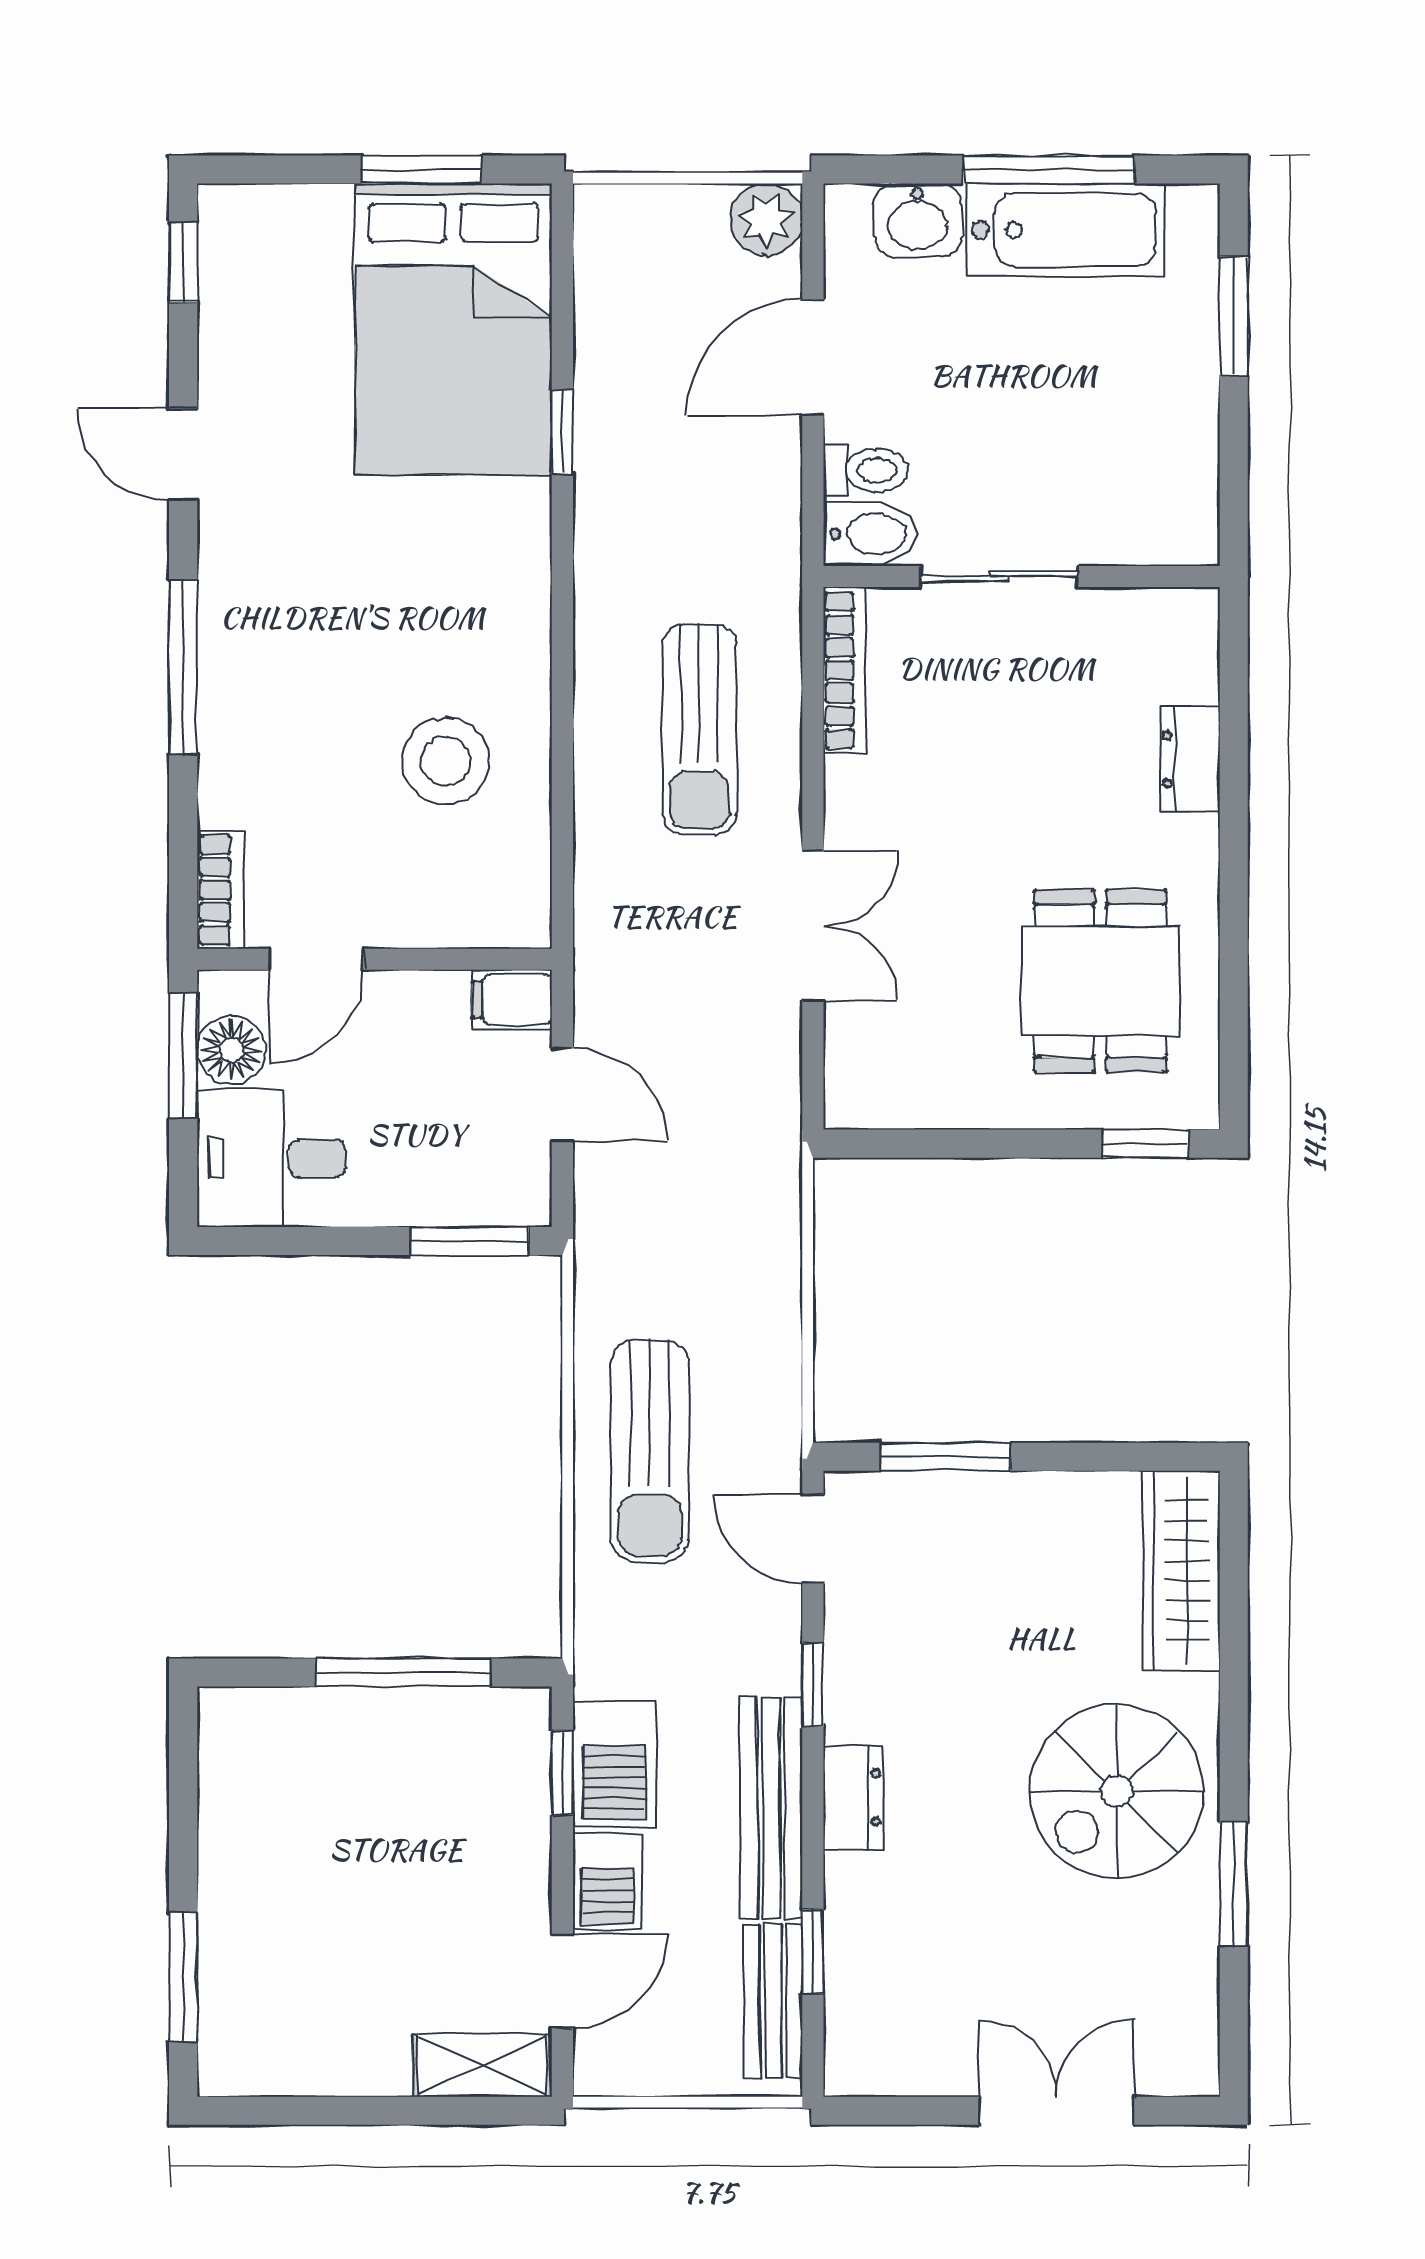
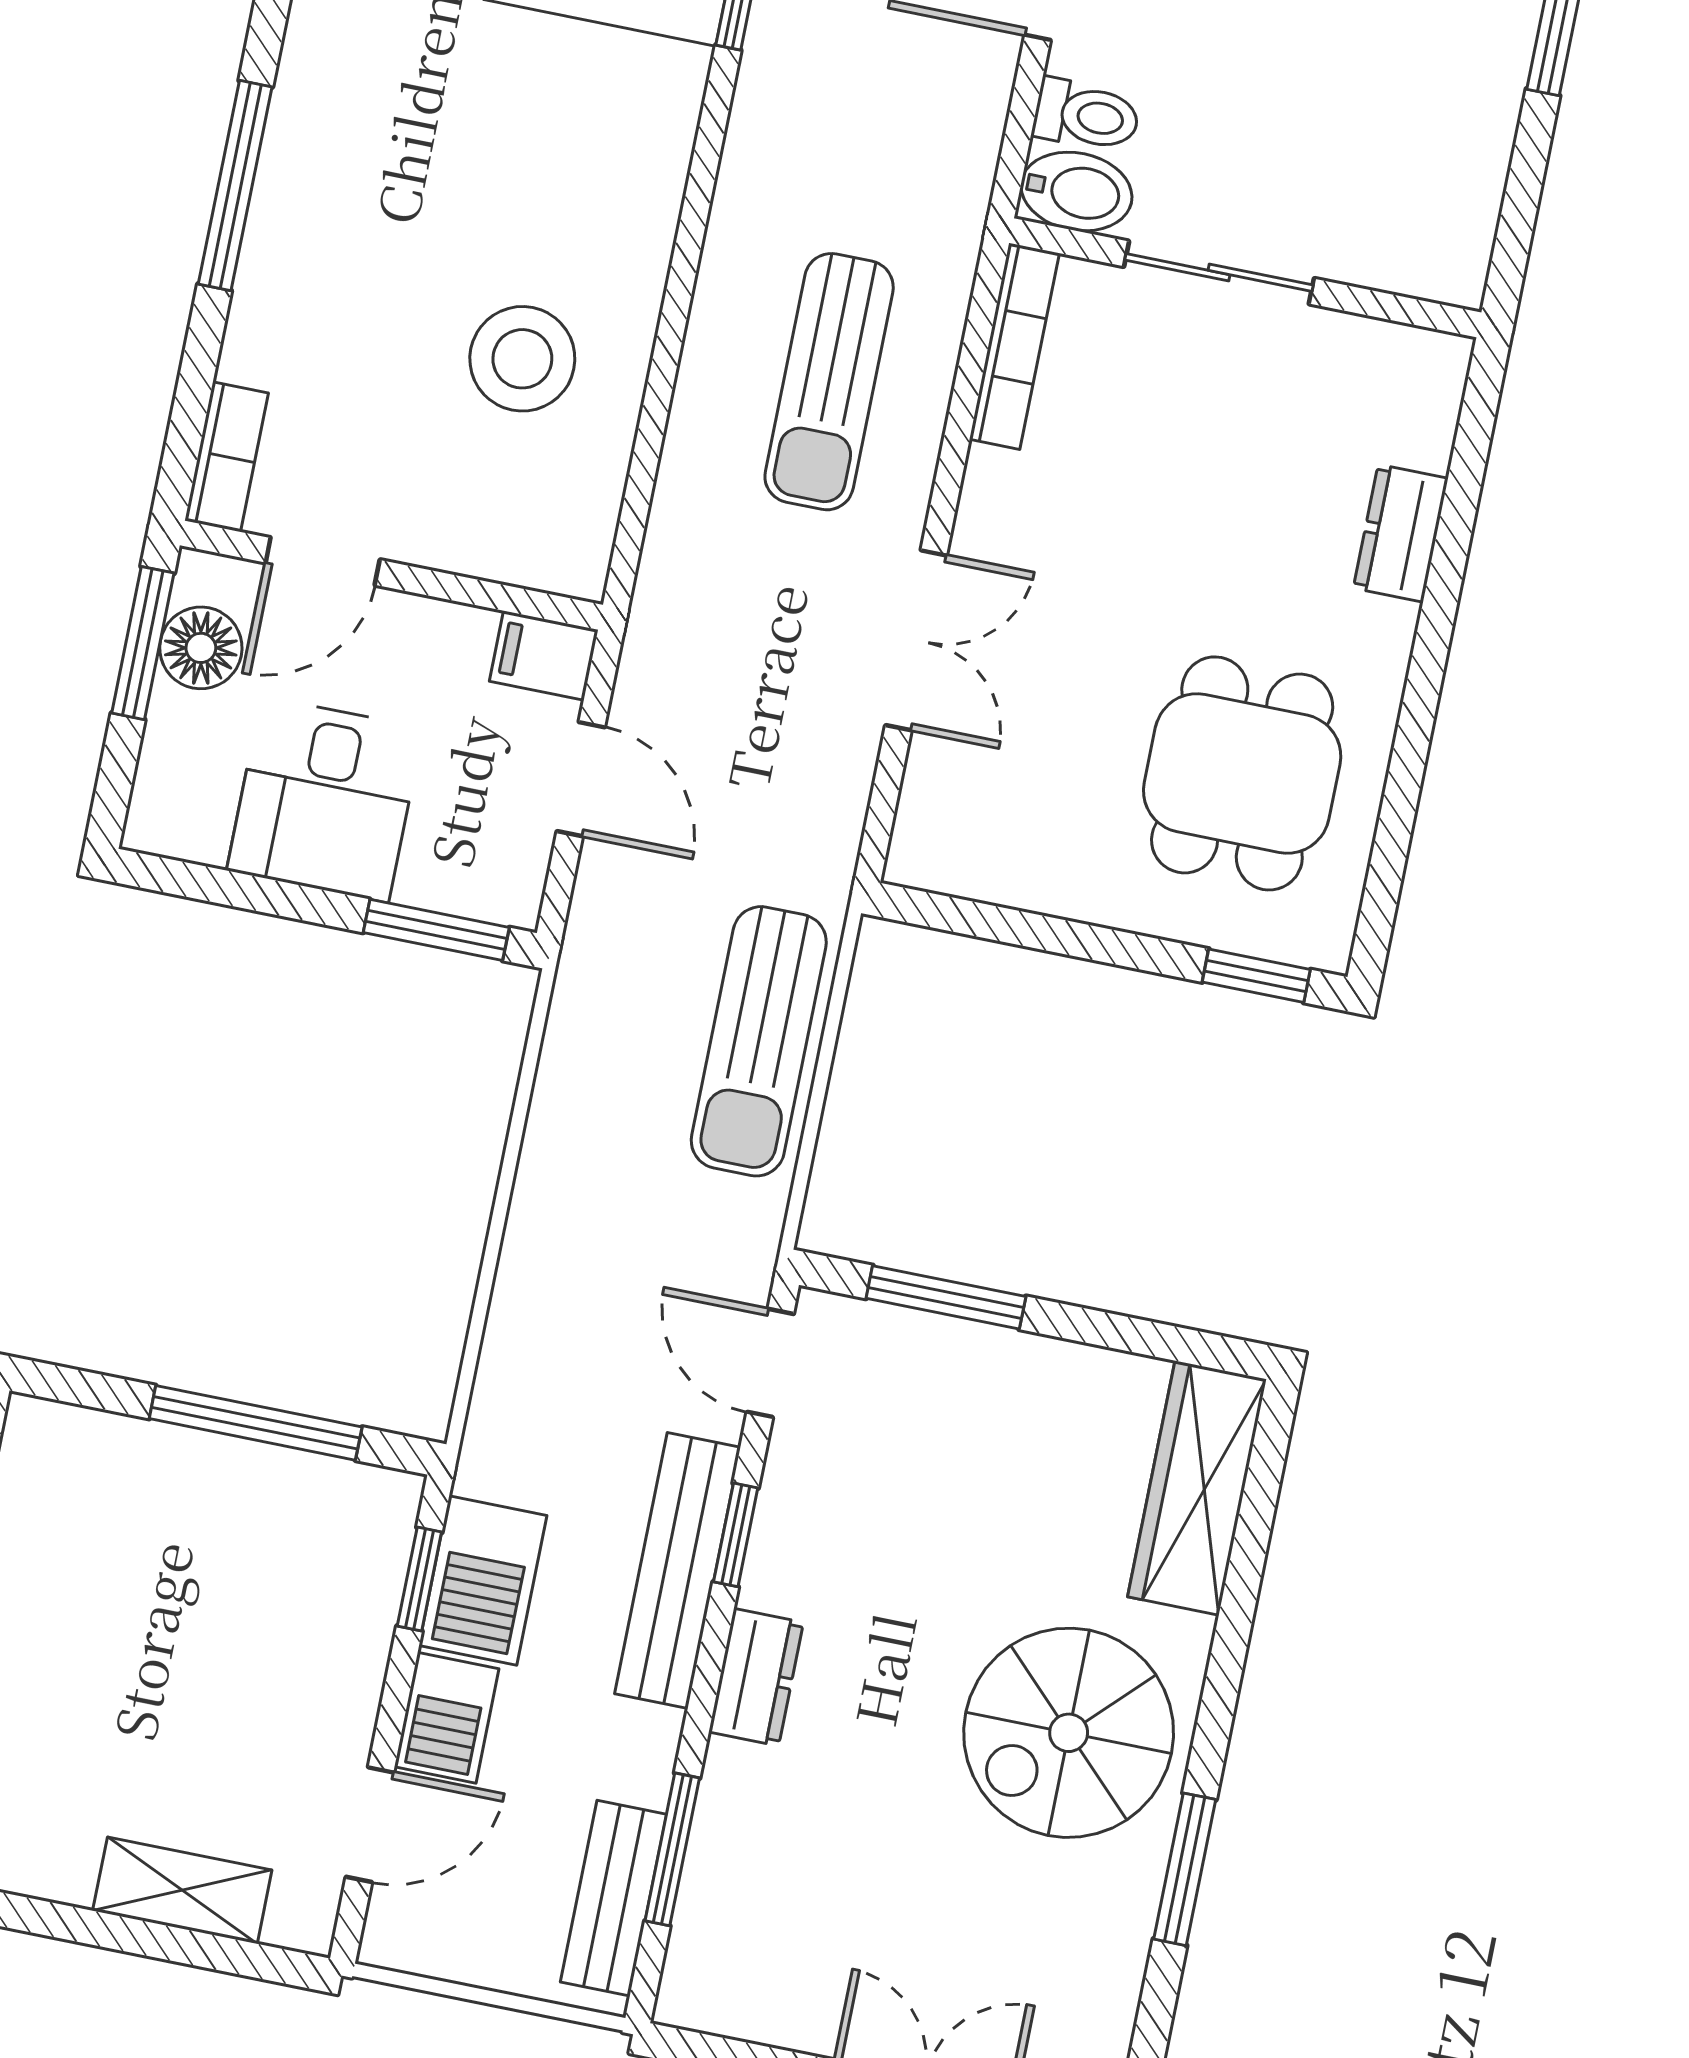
desk: (271, 1158) -> (325, 799), moved, turned -90
sun lounger: (650, 1451) -> (759, 1041), moved
bench: (771, 1807) -> (678, 1570), moved
window: (813, 1952) -> (672, 1849), width x1.50
shelving: (482, 2066) -> (182, 1890), moved

